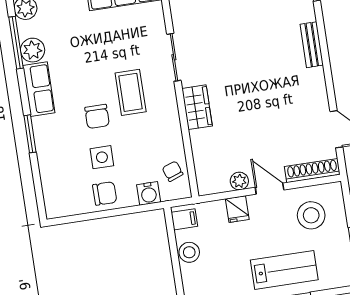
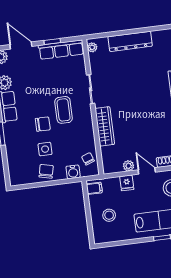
wardrobe: (197, 107) -> (105, 126), width x1.50
chair: (97, 116) -> (43, 124), turned -90
chair: (105, 193) -> (46, 171), turned -77
stool: (189, 252) -> (109, 215), moved

